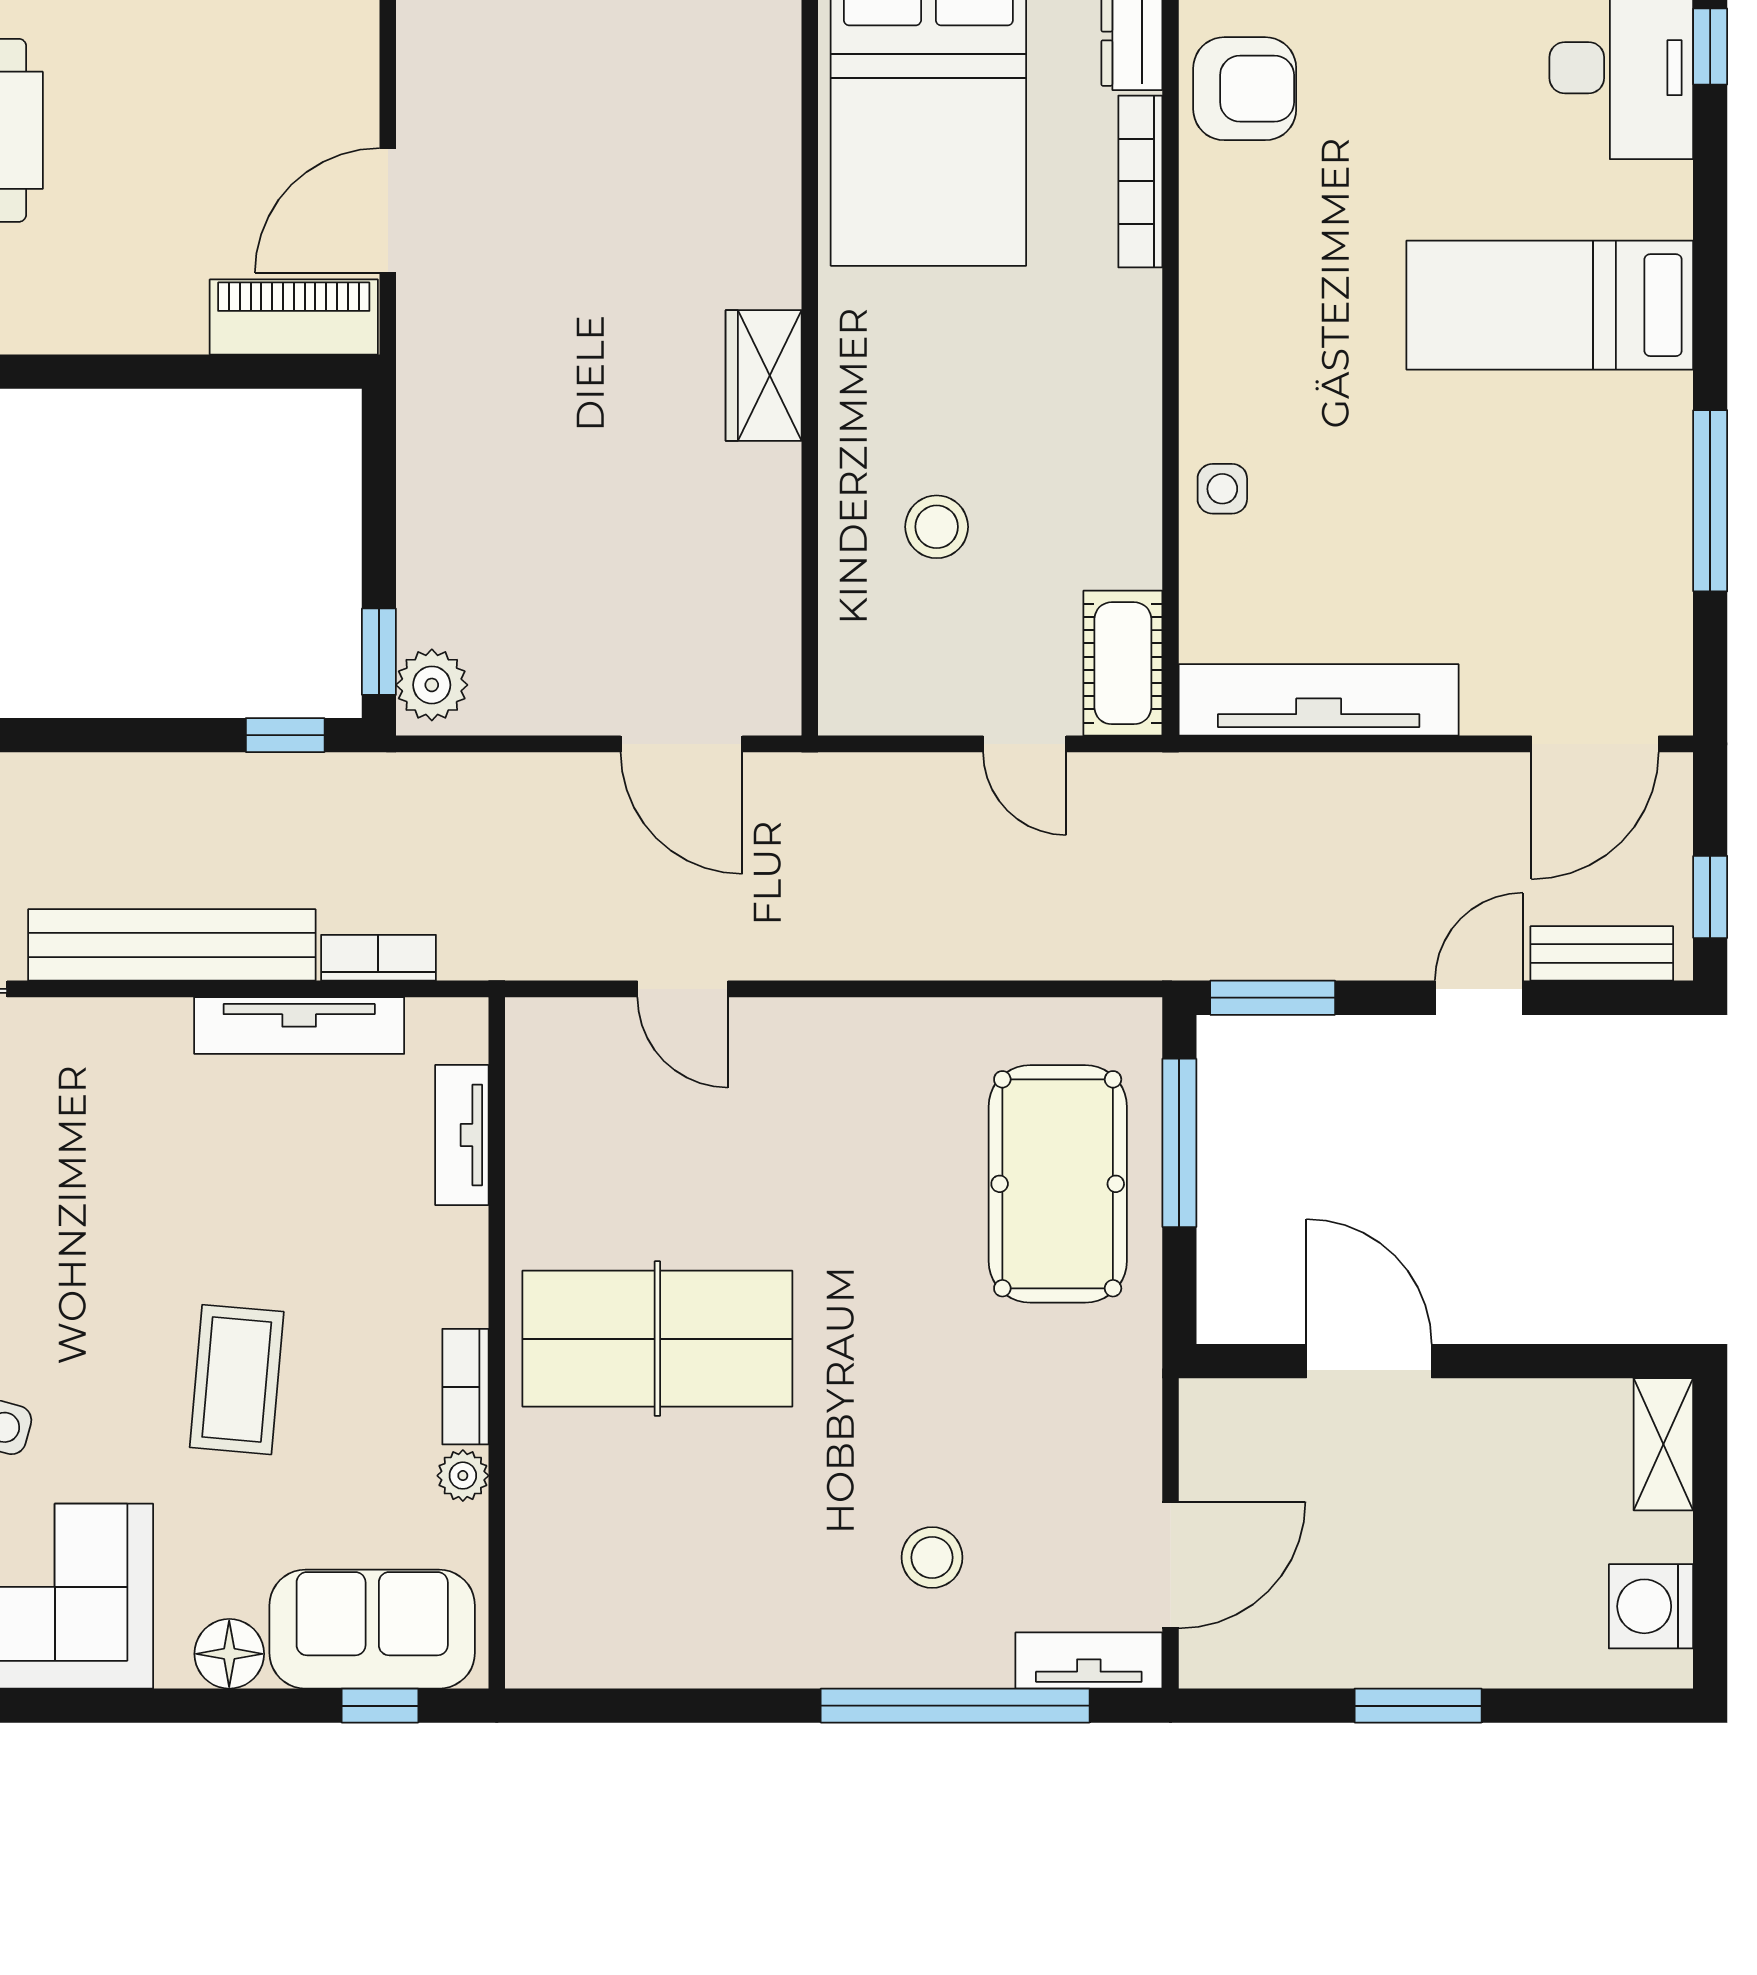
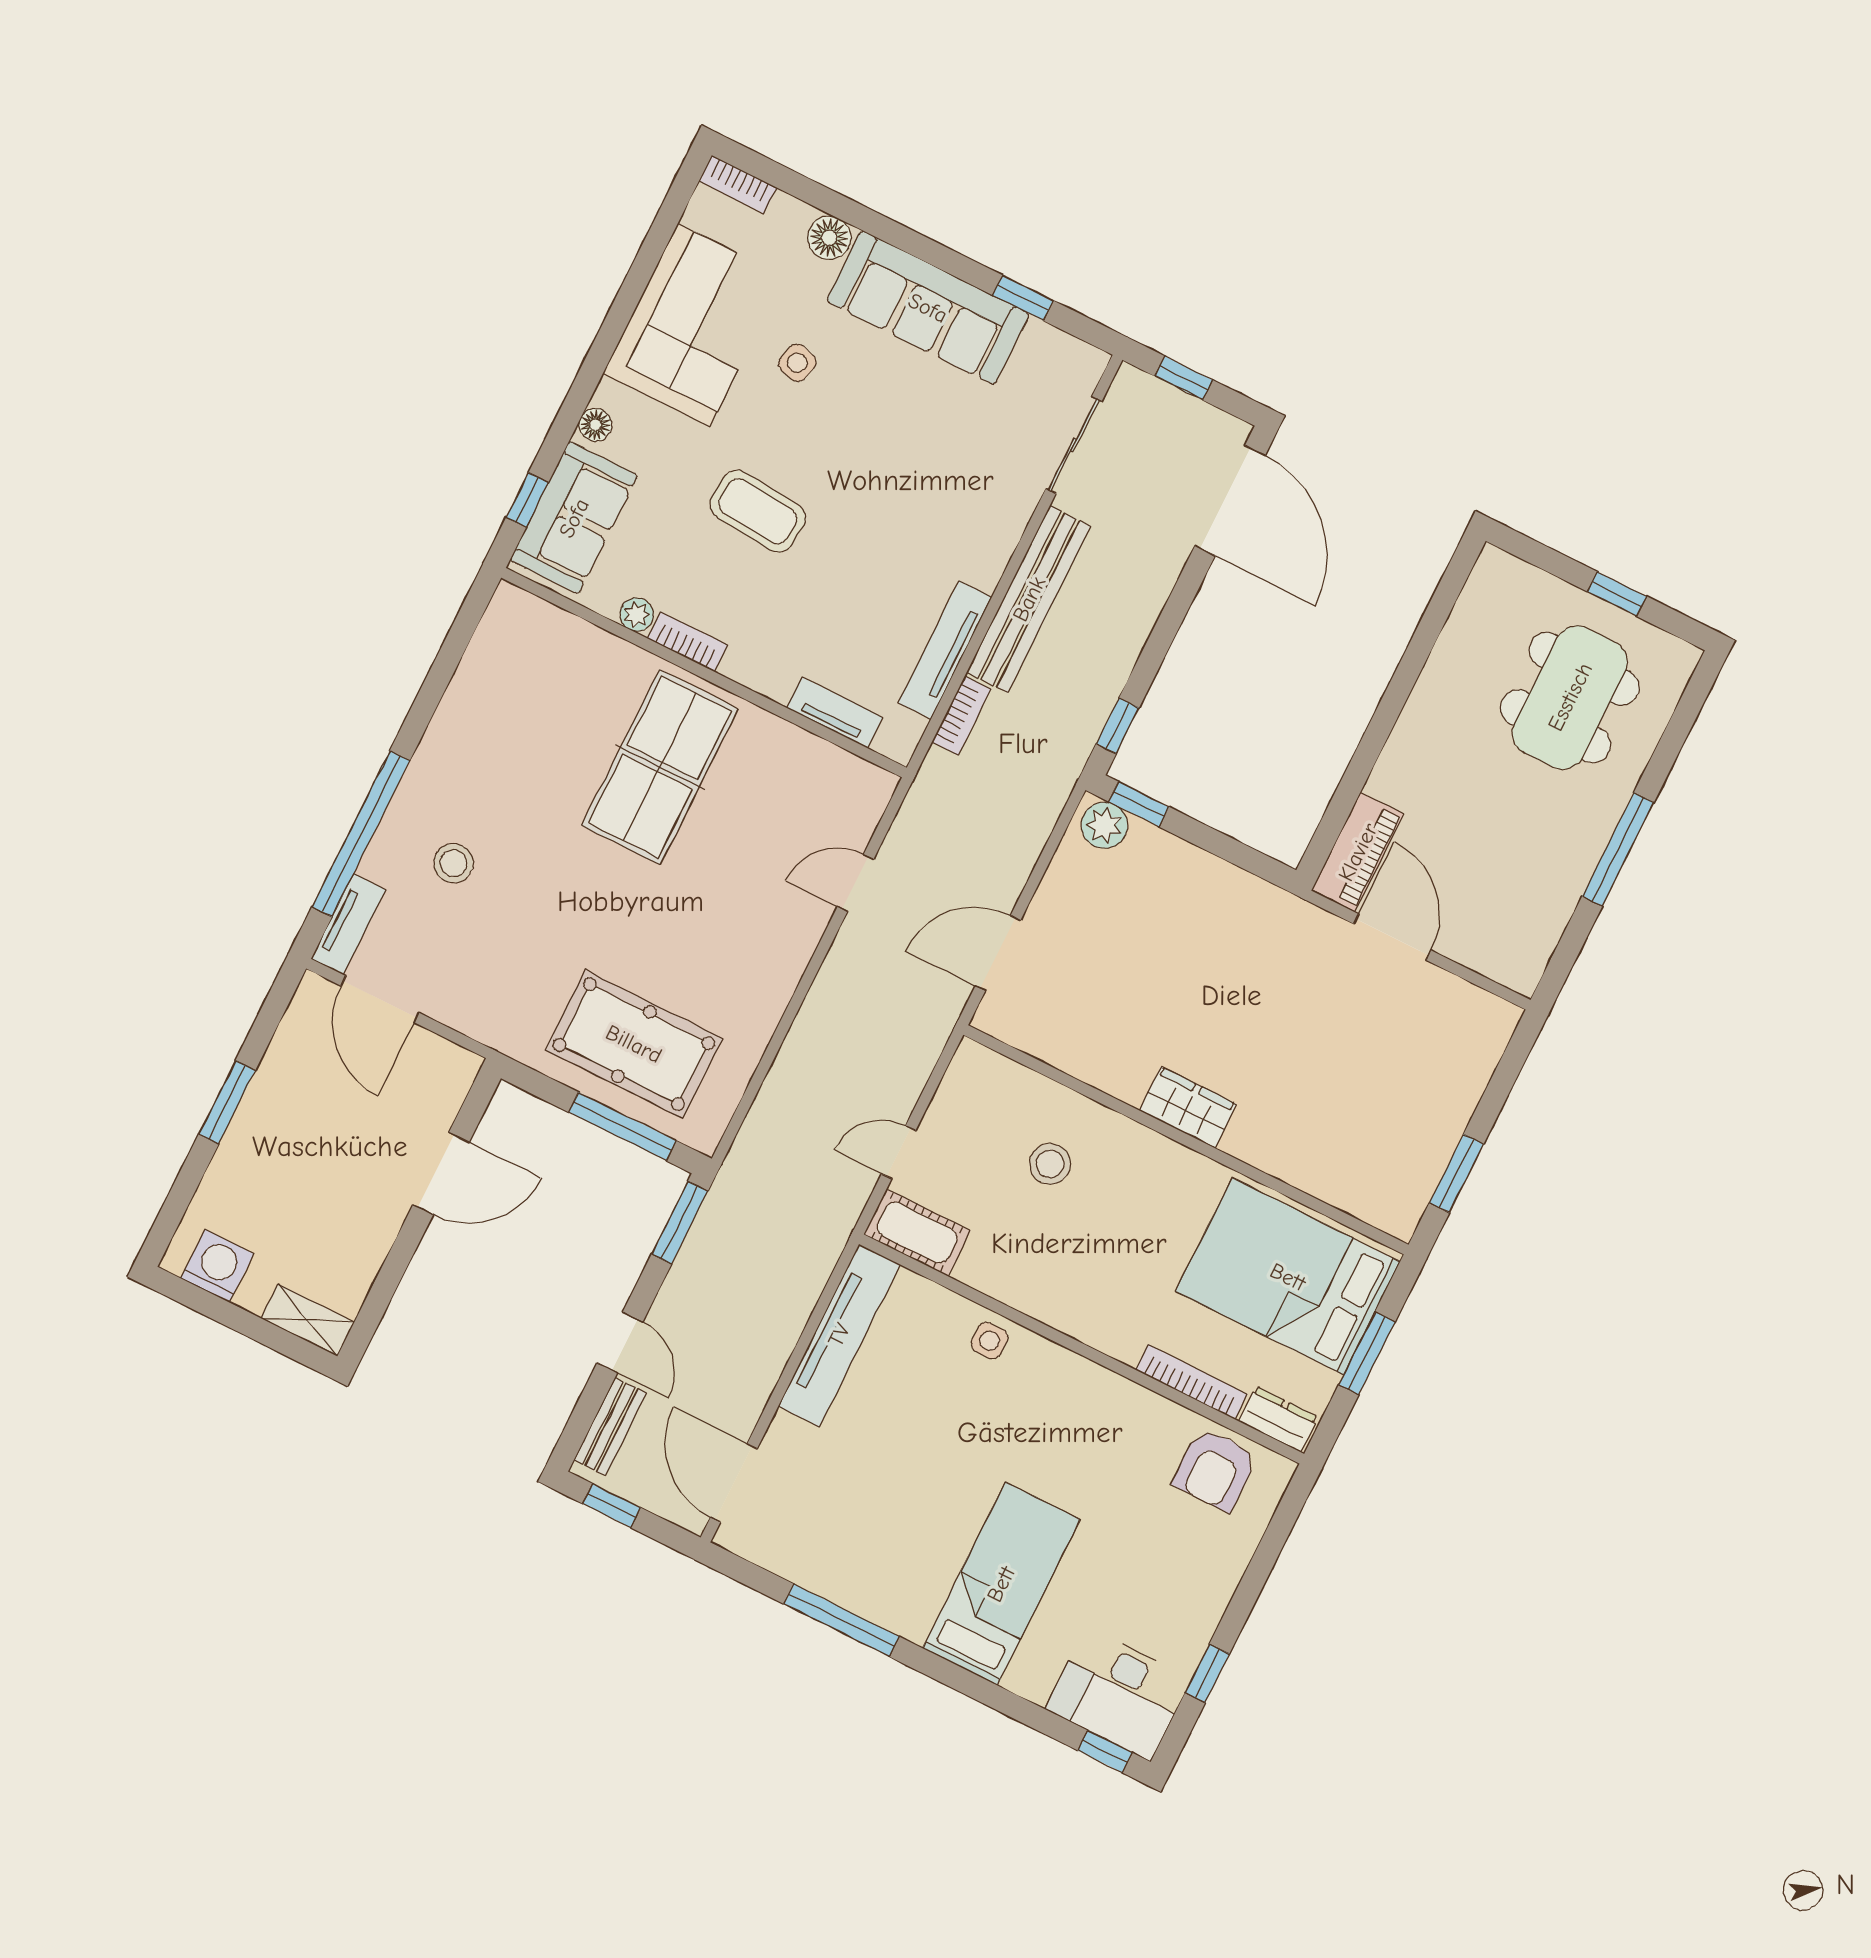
floor lamp: (229, 1654) -> (595, 425), width x0.73, depth x0.73

